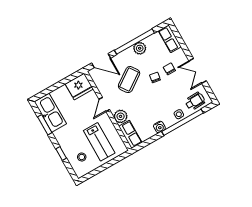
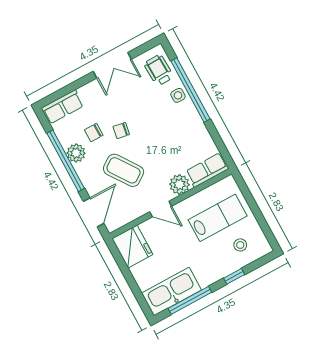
chair: (169, 69) -> (94, 133), moved
window: (45, 125) -> (190, 300), width x1.44
water cooler: (159, 127) -> (197, 125), removed

